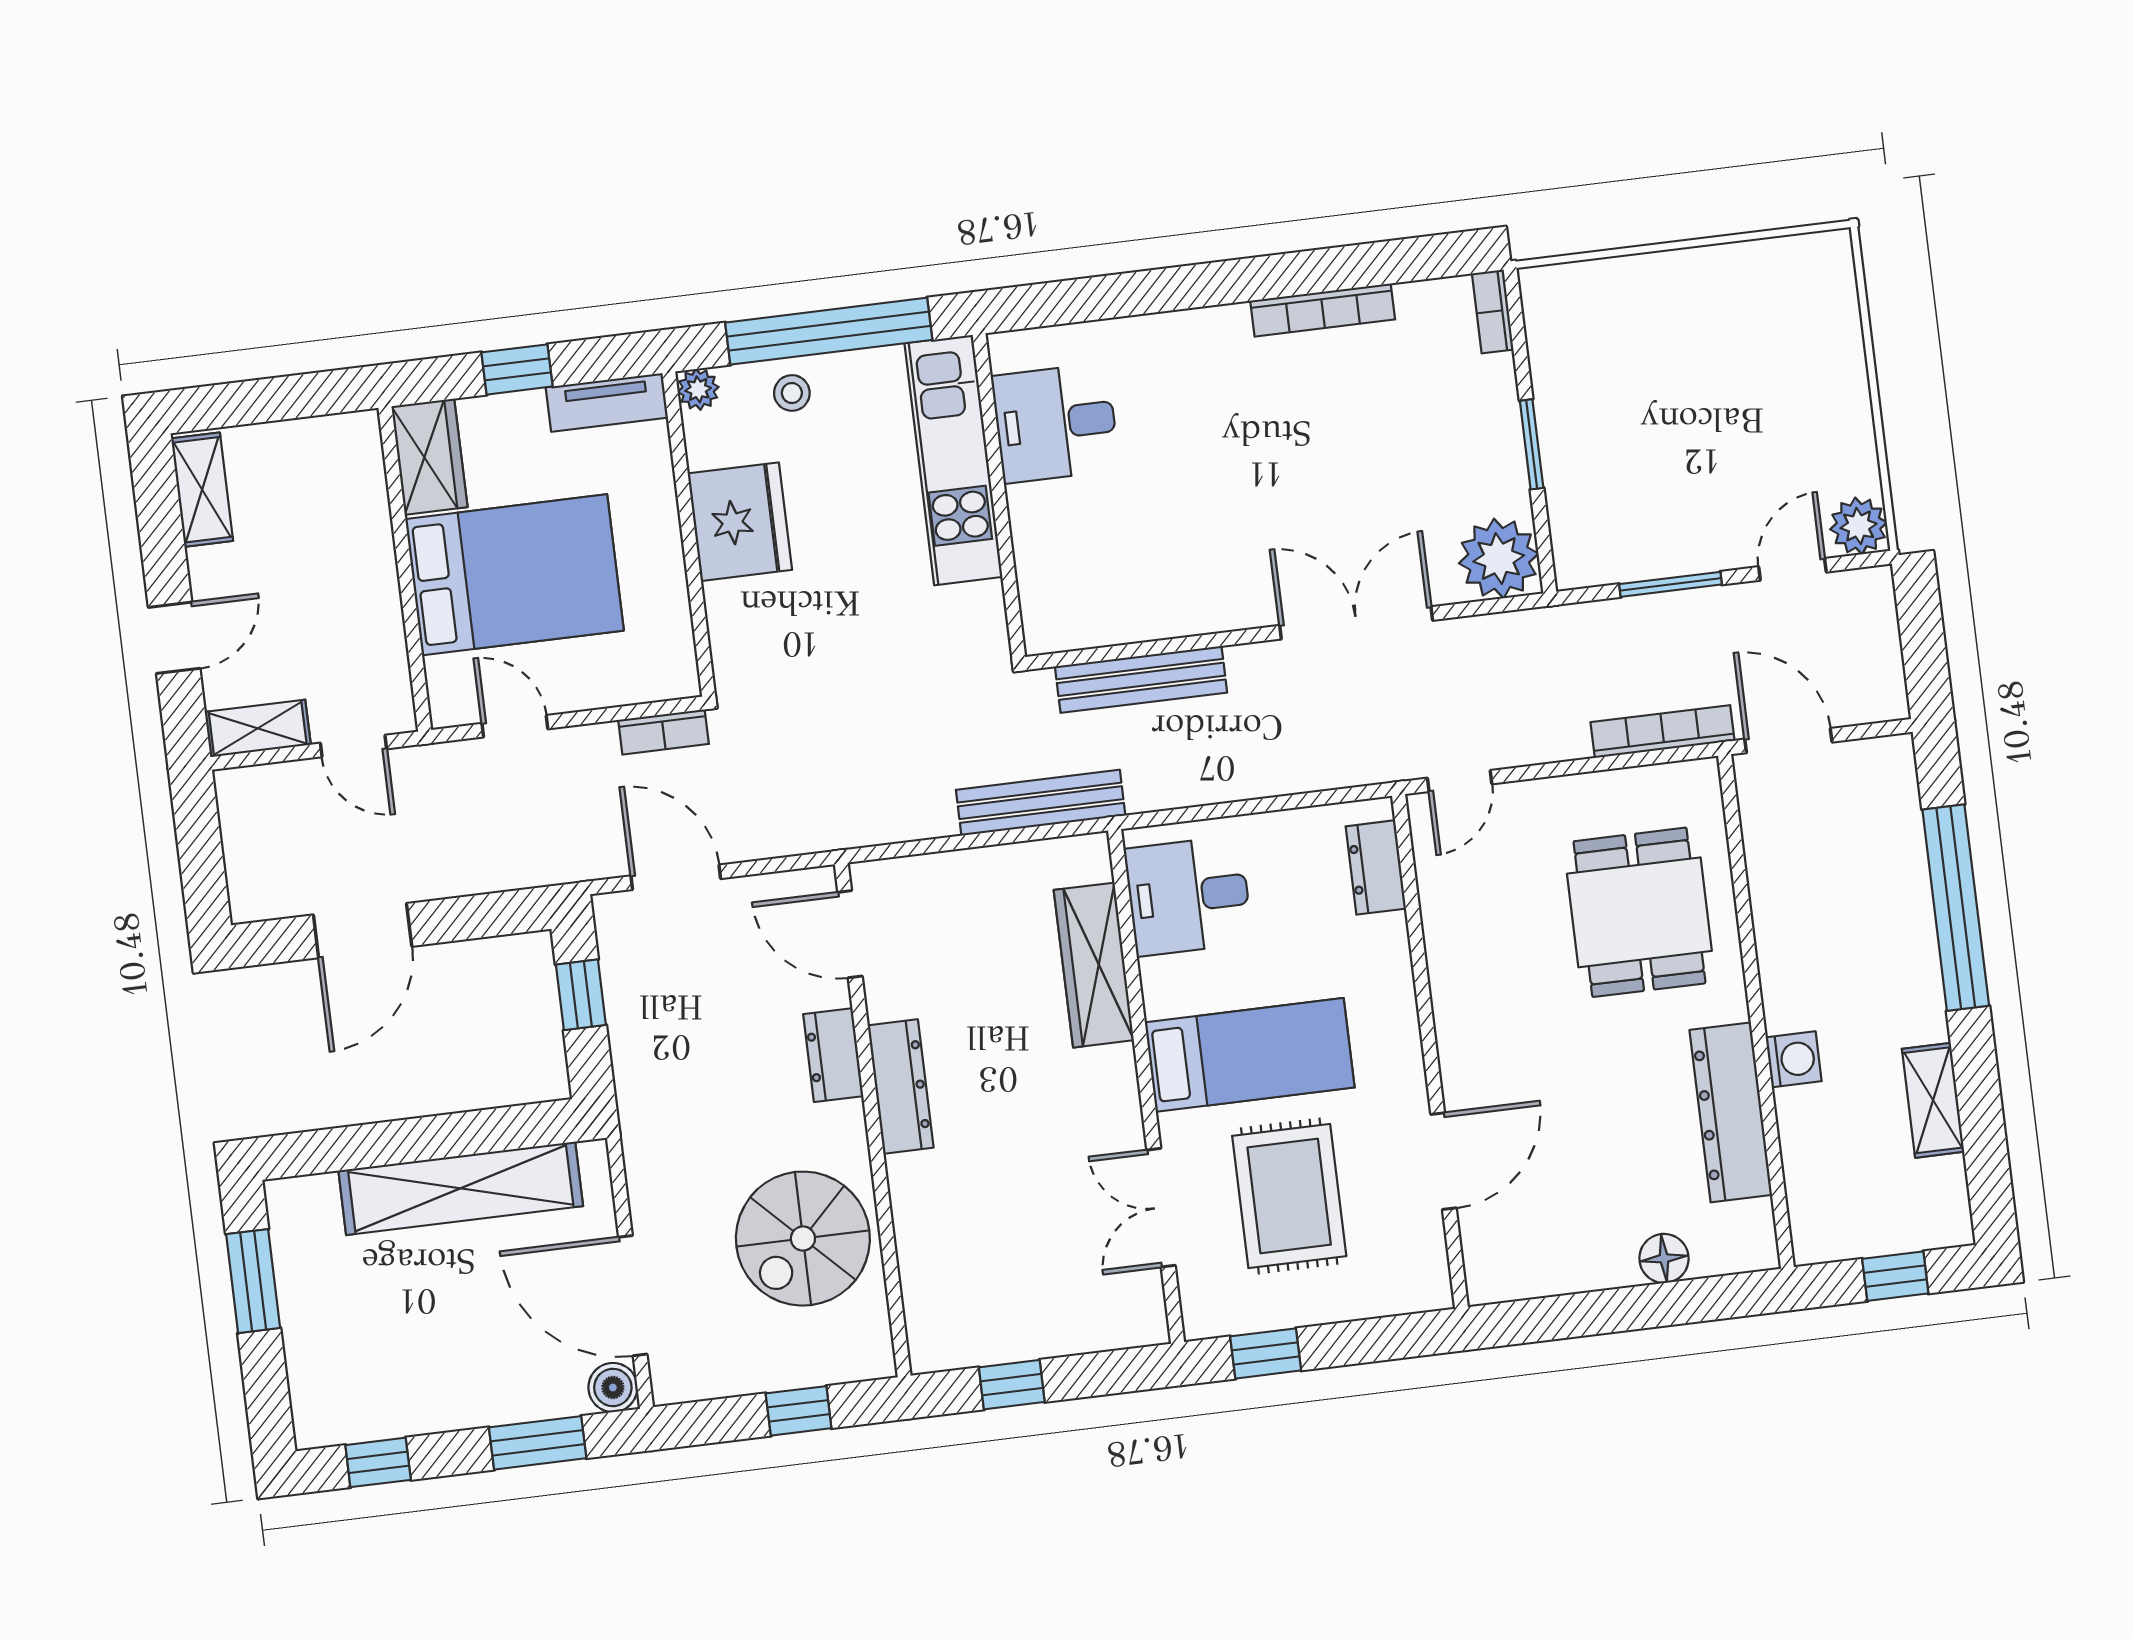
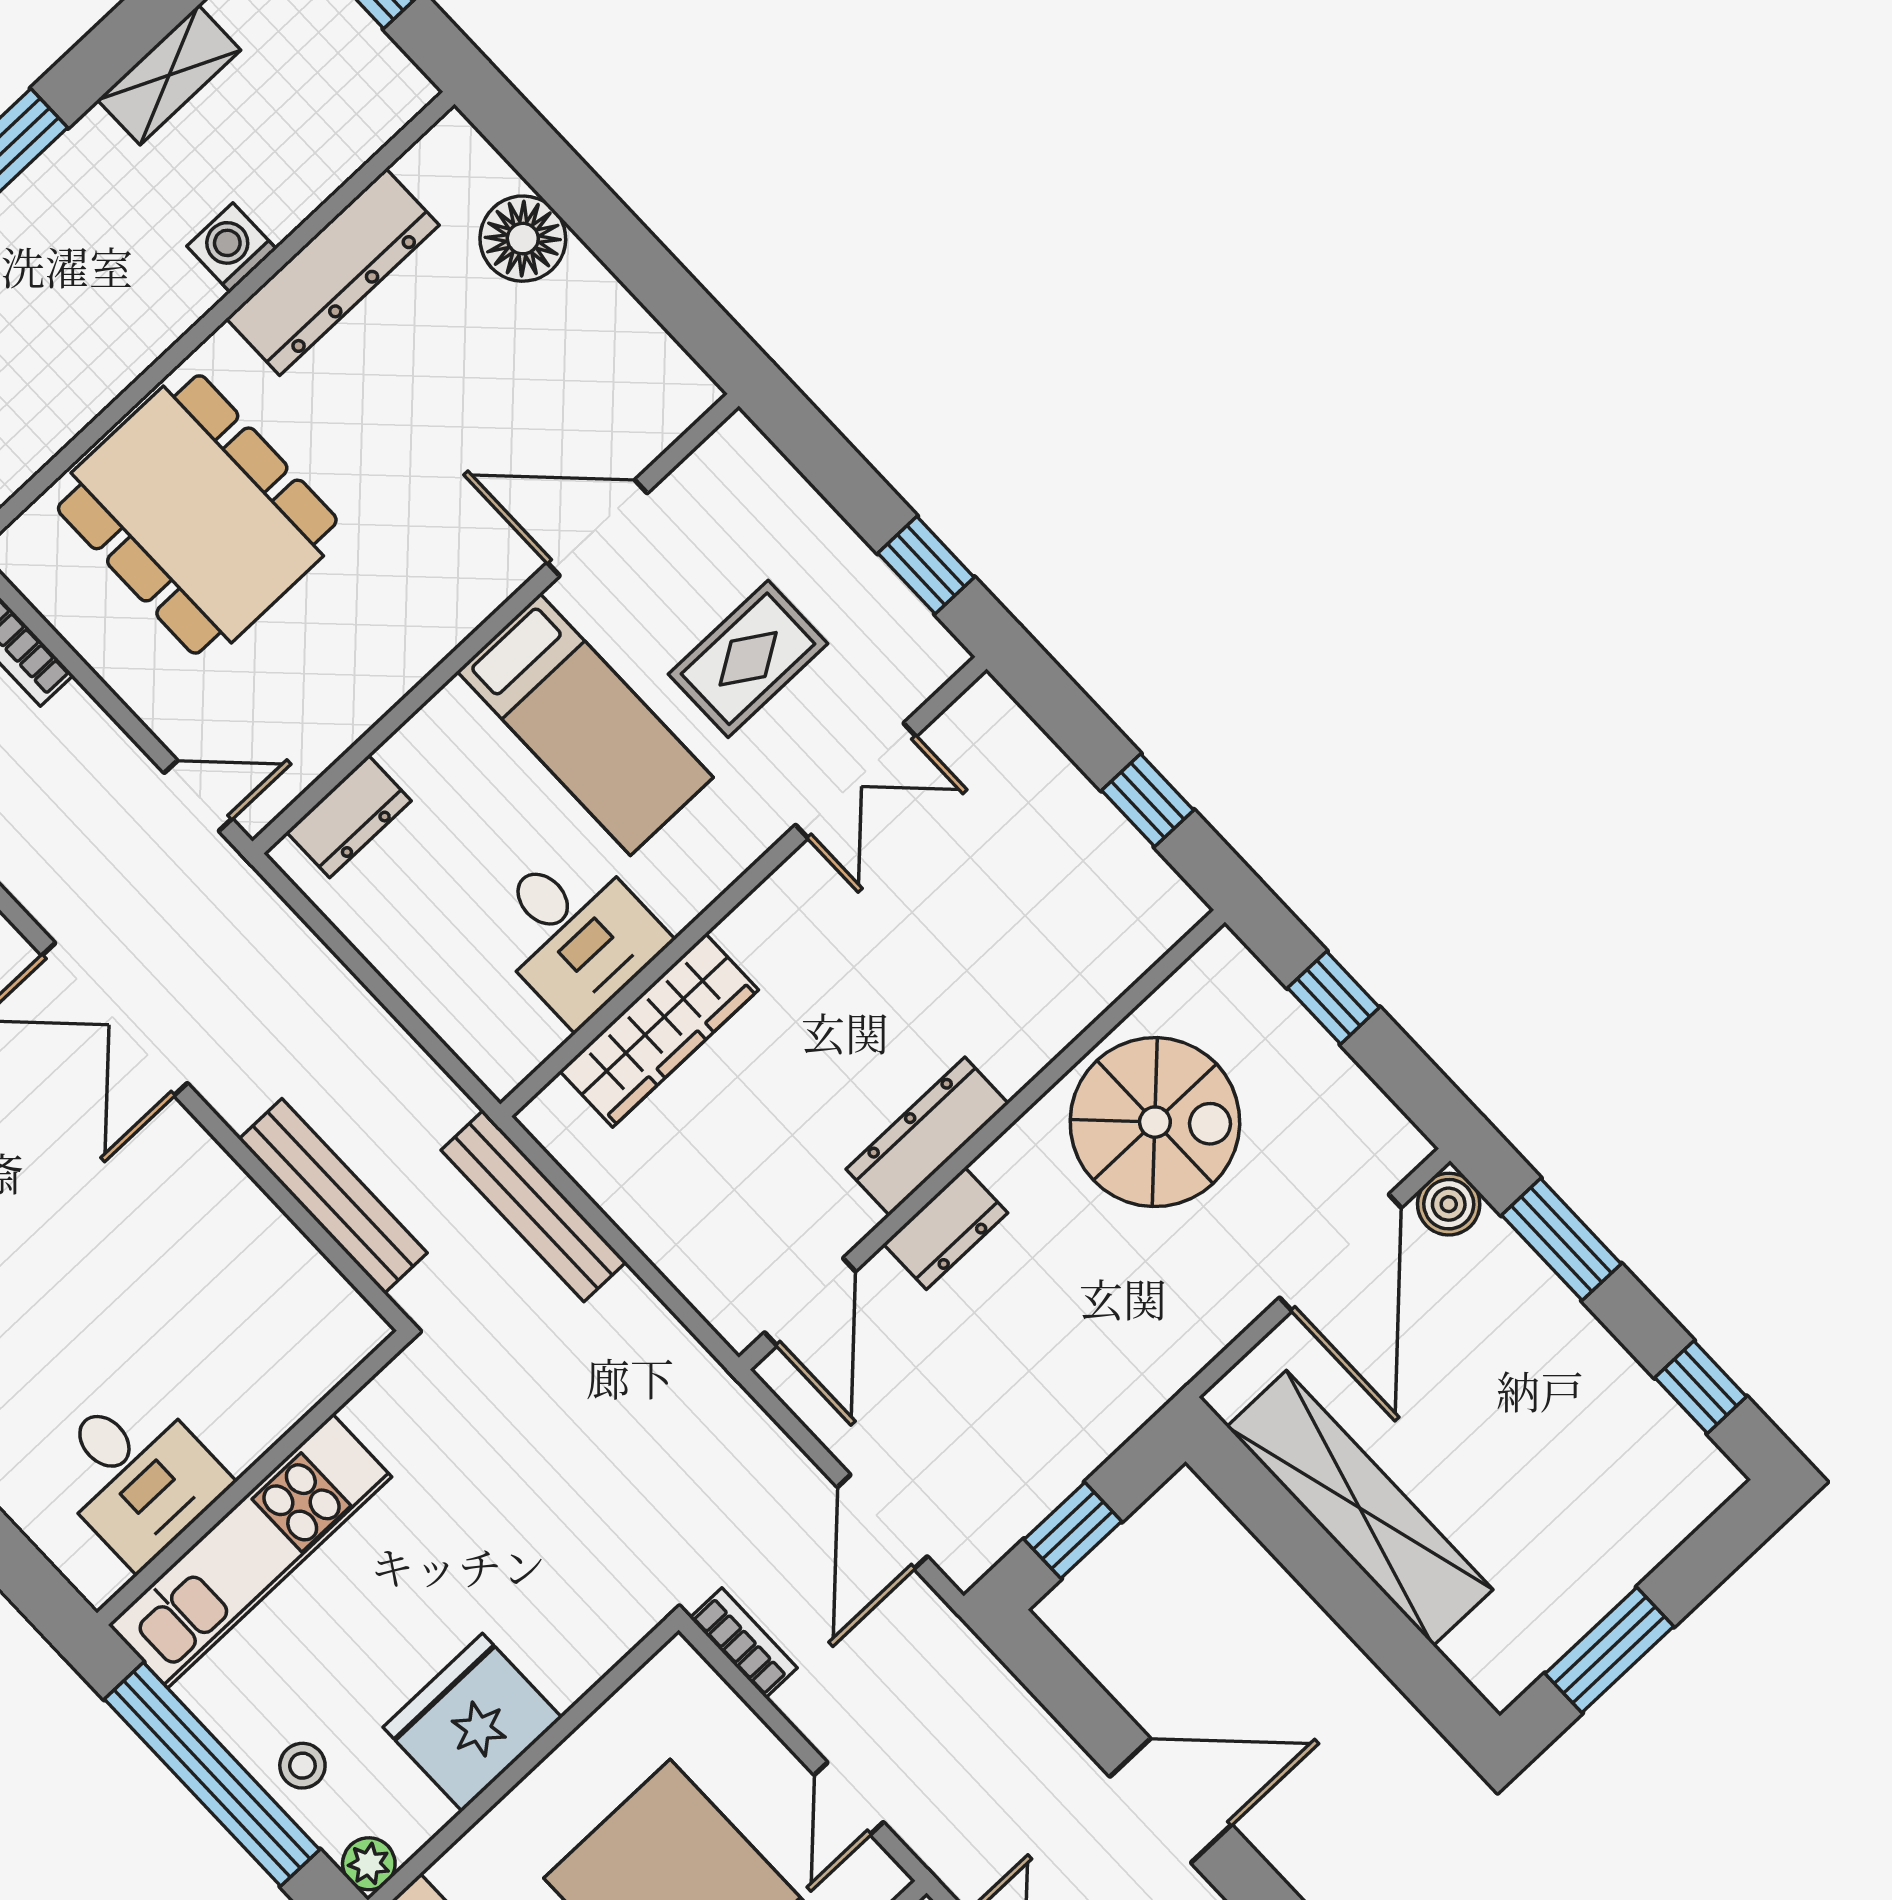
desk: (1188, 896) -> (574, 933), moved
dining table: (1639, 912) -> (197, 514), width x1.38
bed: (1250, 1055) -> (585, 724), moved, turned 180
rug: (1289, 1196) -> (748, 659), width x0.73, depth x0.70
floor lamp: (1664, 1258) -> (523, 239), width x1.38, depth x1.38

